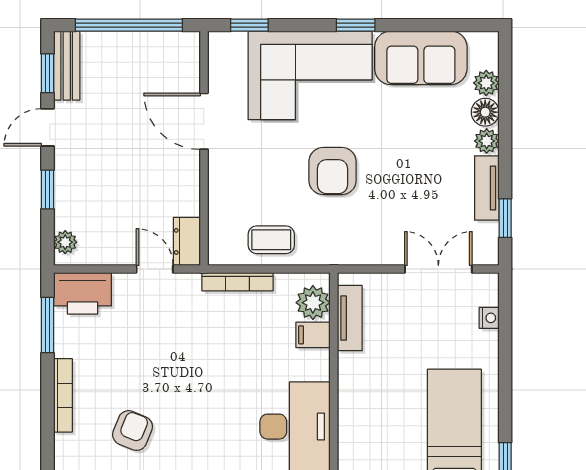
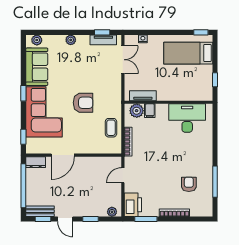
plant: (486, 83) -> (37, 40), moved
floor lamp: (485, 112) -> (59, 40), removed
tv unit: (487, 188) -> (103, 40), moved
dresser: (187, 241) -> (36, 162), moved
double door: (438, 269) -> (123, 60), swing flipped
armchair: (133, 431) -> (189, 184), turned 68

